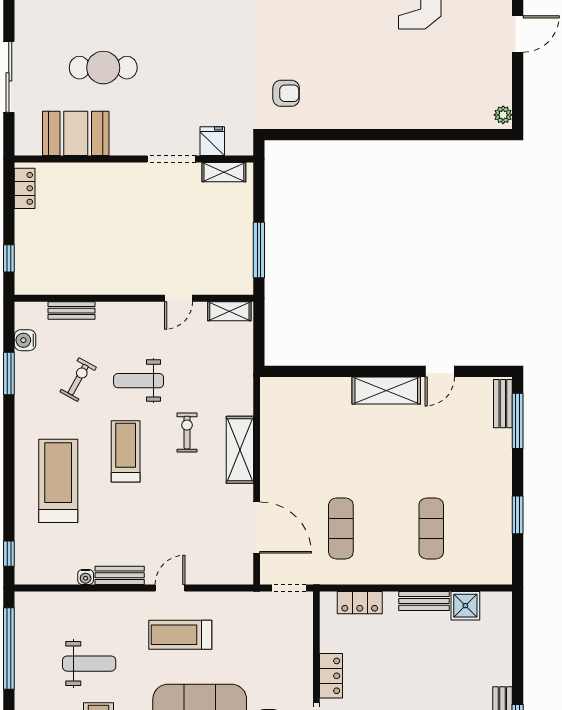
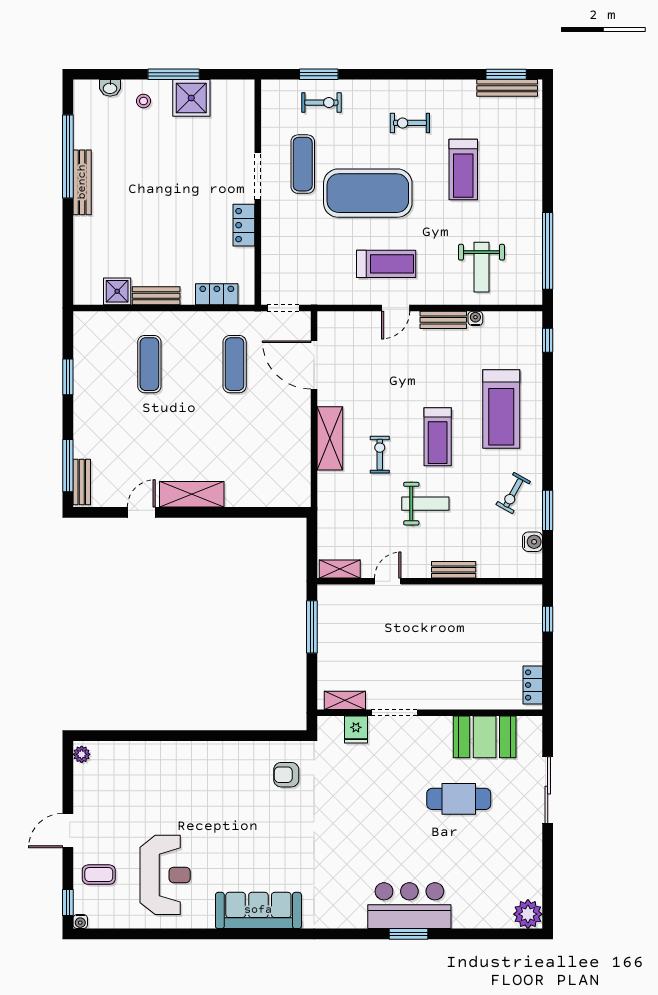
bench: (72, 311) -> (454, 570), moved
exercise bike: (78, 380) -> (513, 493), moved
exercise bike: (187, 433) -> (380, 455), turned 180
weight bench: (89, 664) -> (481, 267), moved, turned -90

